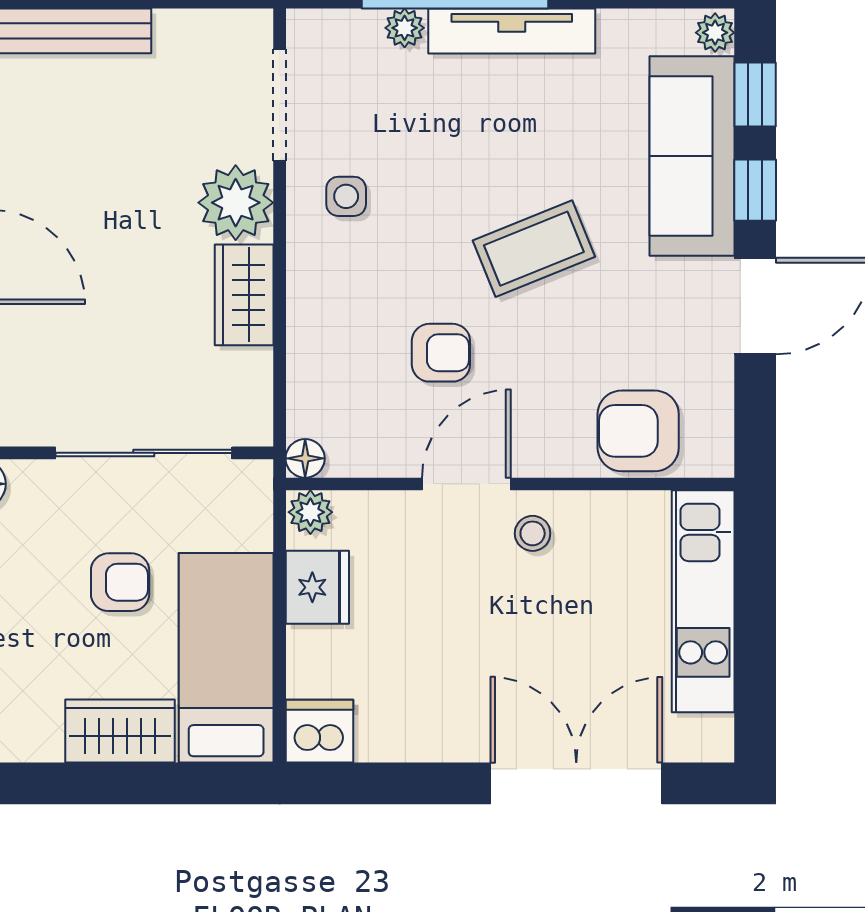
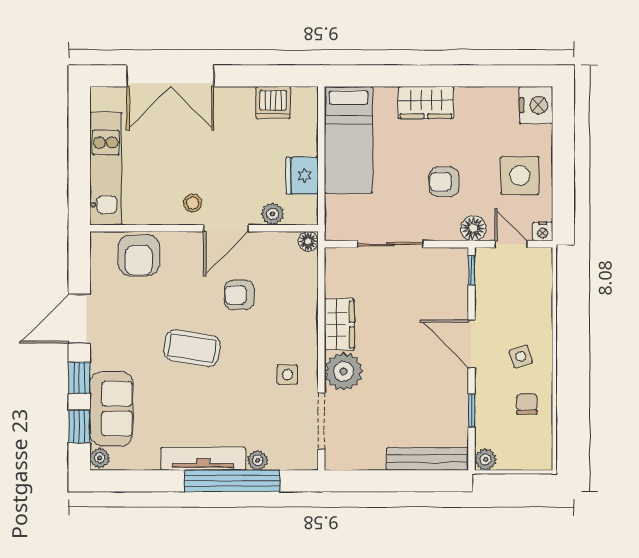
sofa: (692, 156) -> (111, 409), width x0.73
coffee table: (534, 249) -> (192, 348), turned 31
armchair: (638, 431) -> (139, 255), turned 90
sliding door: (144, 453) -> (390, 244), width x0.73
plant: (310, 512) -> (272, 214), moved
armchair: (120, 582) -> (444, 182), moved
wardrobe: (120, 731) -> (426, 103), moved
dishwasher: (319, 731) -> (273, 102), moved

